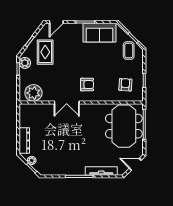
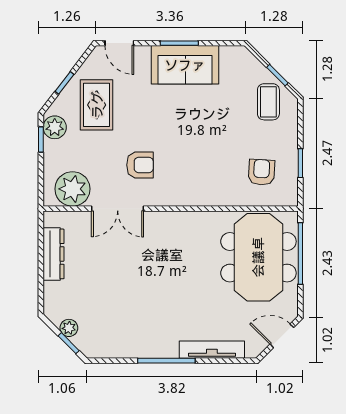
door: (56, 22) -> (119, 43), hinge flipped
sofa: (100, 33) -> (185, 65), moved
armchair: (87, 85) -> (140, 165), moved
double door: (67, 102) -> (118, 209), moved
dresser: (24, 141) -> (54, 254), moved

